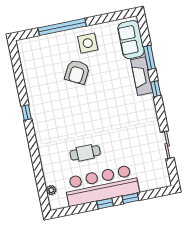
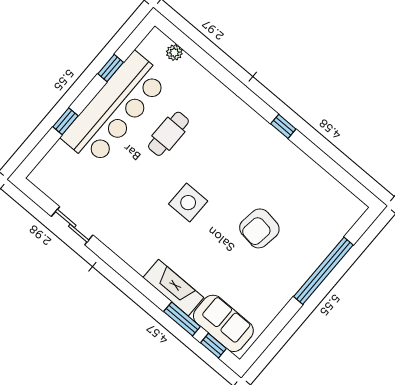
side table: (88, 43) -> (188, 203), moved
armchair: (77, 72) -> (259, 228), turned -110
window: (156, 89) -> (214, 346), moved
window: (105, 204) -> (111, 68), moved

